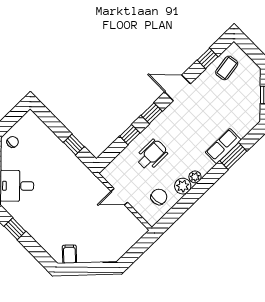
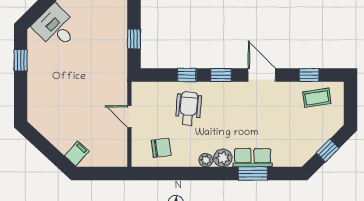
wheelchair: (152, 155) -> (188, 108), turned -85
plant: (183, 186) -> (223, 158), moved
filing cabinet: (69, 254) -> (77, 153), moved

